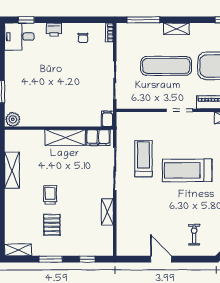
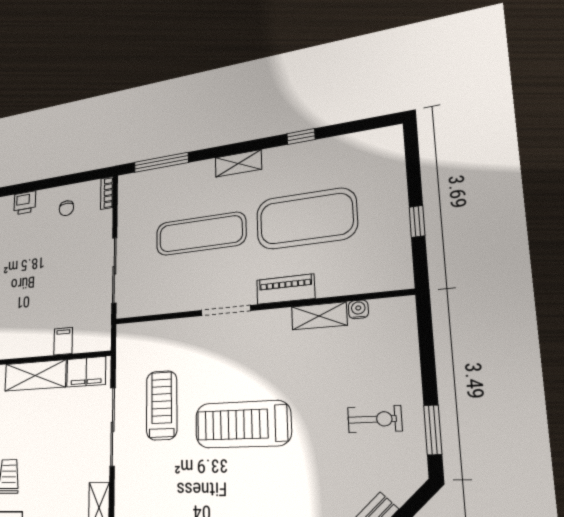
shelving: (176, 29) -> (238, 163), moved
filing cabinet: (107, 119) -> (63, 341), moved

